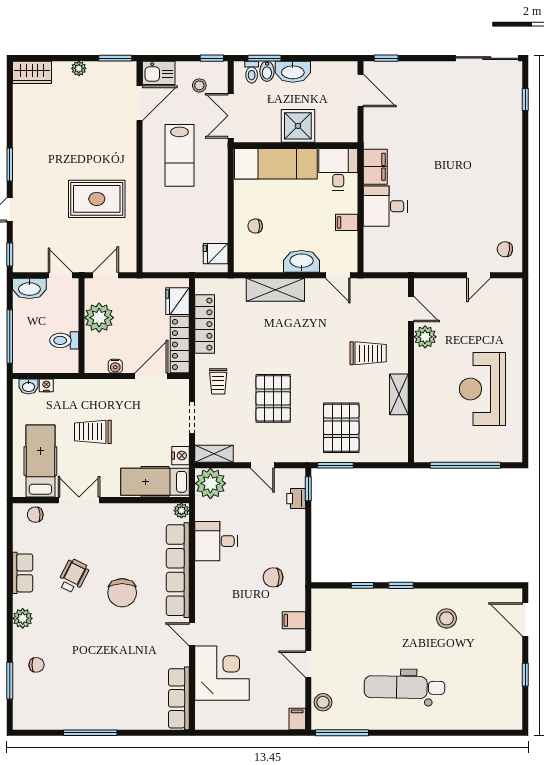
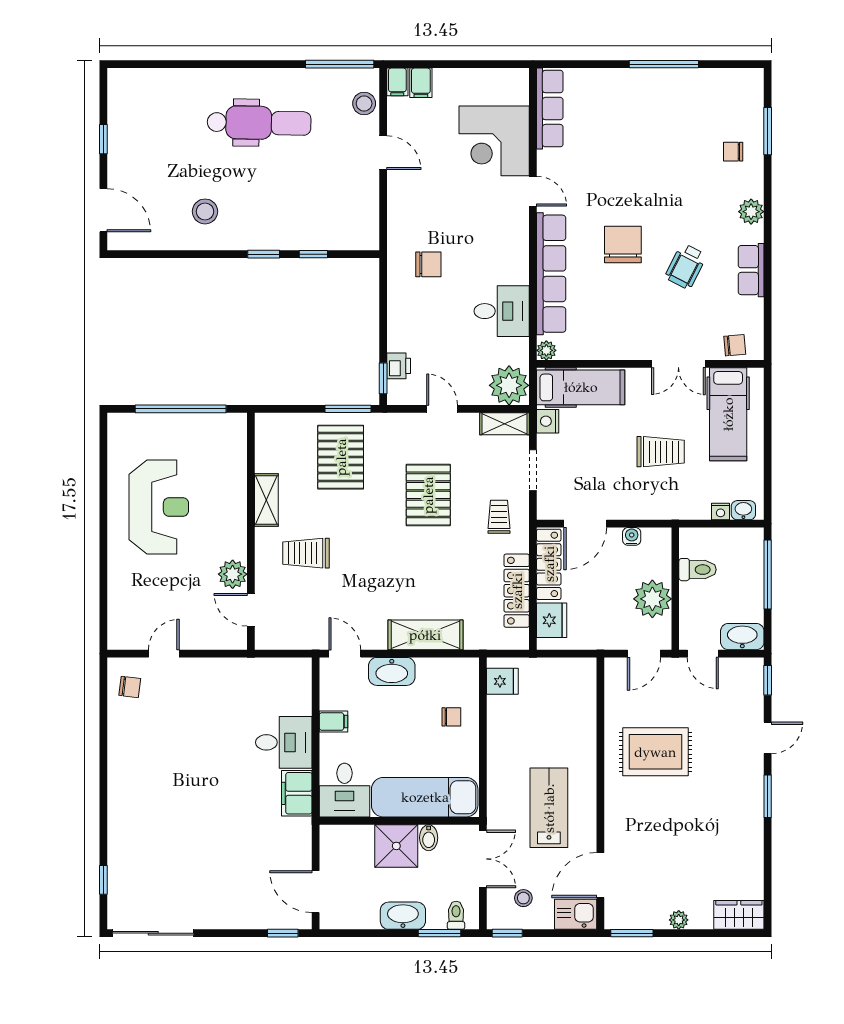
bidet: (267, 71) -> (429, 838), moved, turned 180
filing cabinet: (294, 620) -> (421, 83), moved, turned 90

